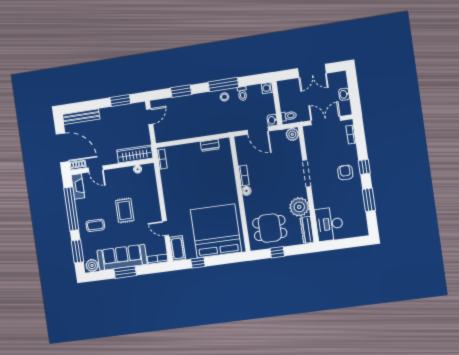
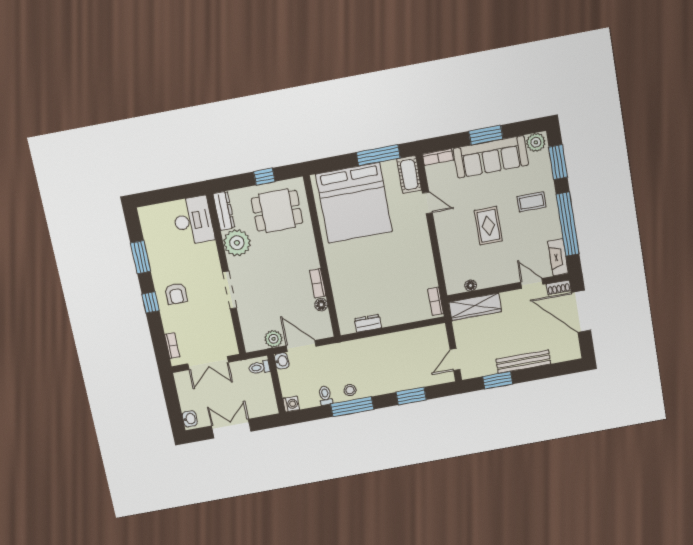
washbasin: (344, 94) -> (190, 419), moved
bench: (81, 117) -> (523, 362), moved
plant: (292, 134) -> (274, 339), moved
floor lamp: (246, 191) -> (321, 305), moved
window: (198, 263) -> (378, 155), width x2.17

